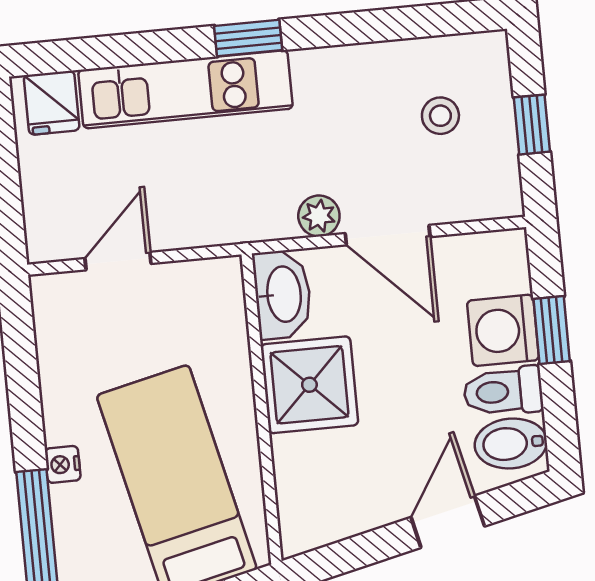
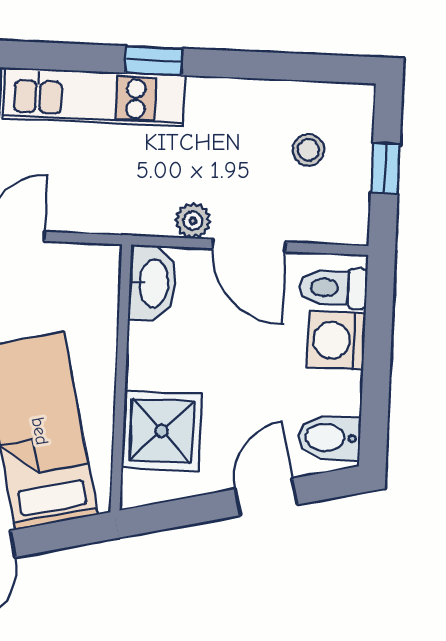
window: (552, 330) -> (378, 346), removed
shower: (309, 385) -> (162, 431), moved
toilet: (503, 391) -> (334, 288), moved

